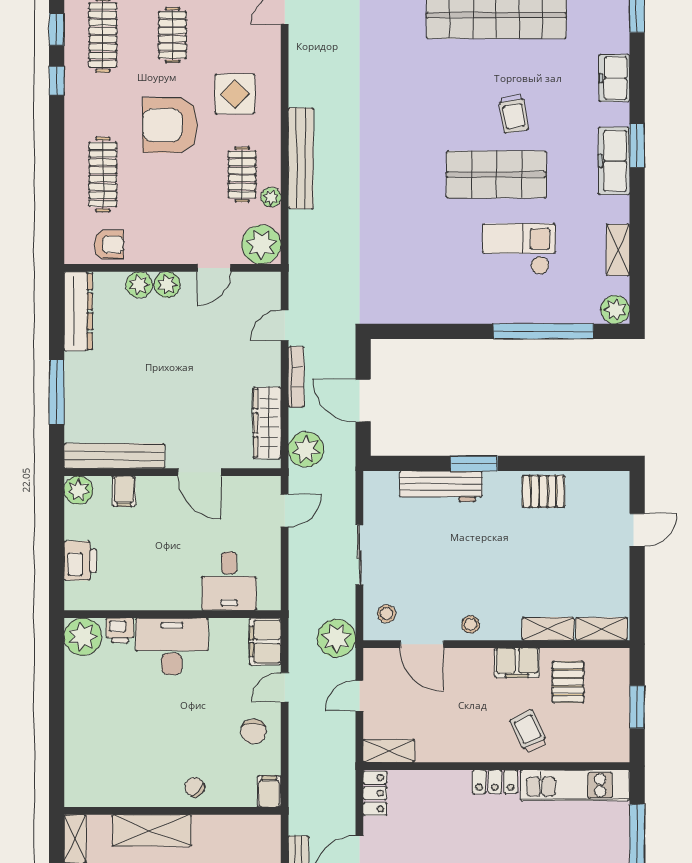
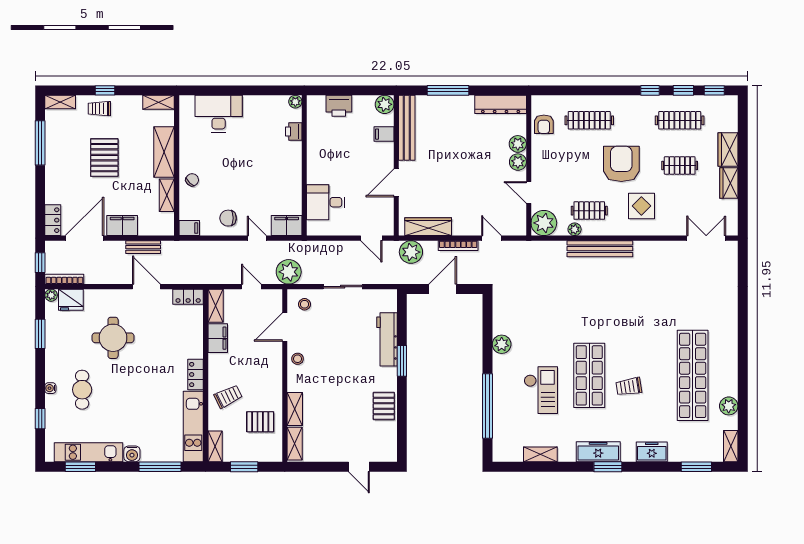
plant: (615, 310) -> (502, 344), moved
plant: (83, 637) -> (295, 102), width x0.53, depth x0.53
desk: (172, 646) -> (219, 114), moved, turned -90
filing cabinet: (517, 663) -> (218, 338), moved, turned 180
shelving: (606, 752) -> (215, 446), added
shelving: (218, 826) -> (167, 195), added

